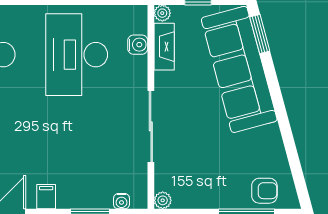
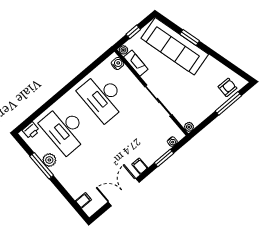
window: (260, 34) -> (190, 37), moved
water cooler: (138, 45) -> (118, 63), moved

